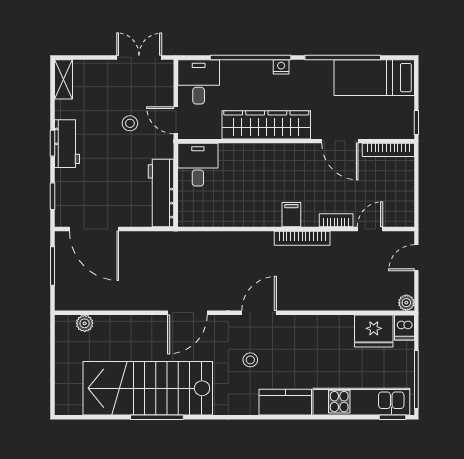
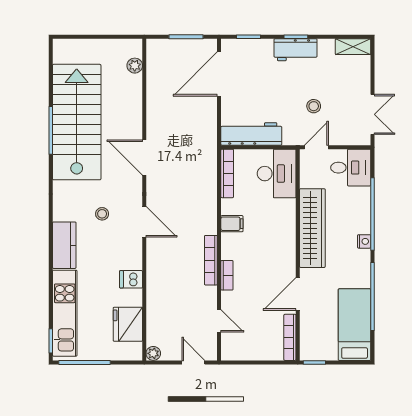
desk: (198, 165) -> (277, 174), width x1.37
filing cabinet: (291, 215) -> (232, 224), moved
bookcase: (205, 220) -> (227, 173), added
bookcase: (336, 220) -> (227, 275), moved
dishwasher: (404, 327) -> (131, 279), moved

